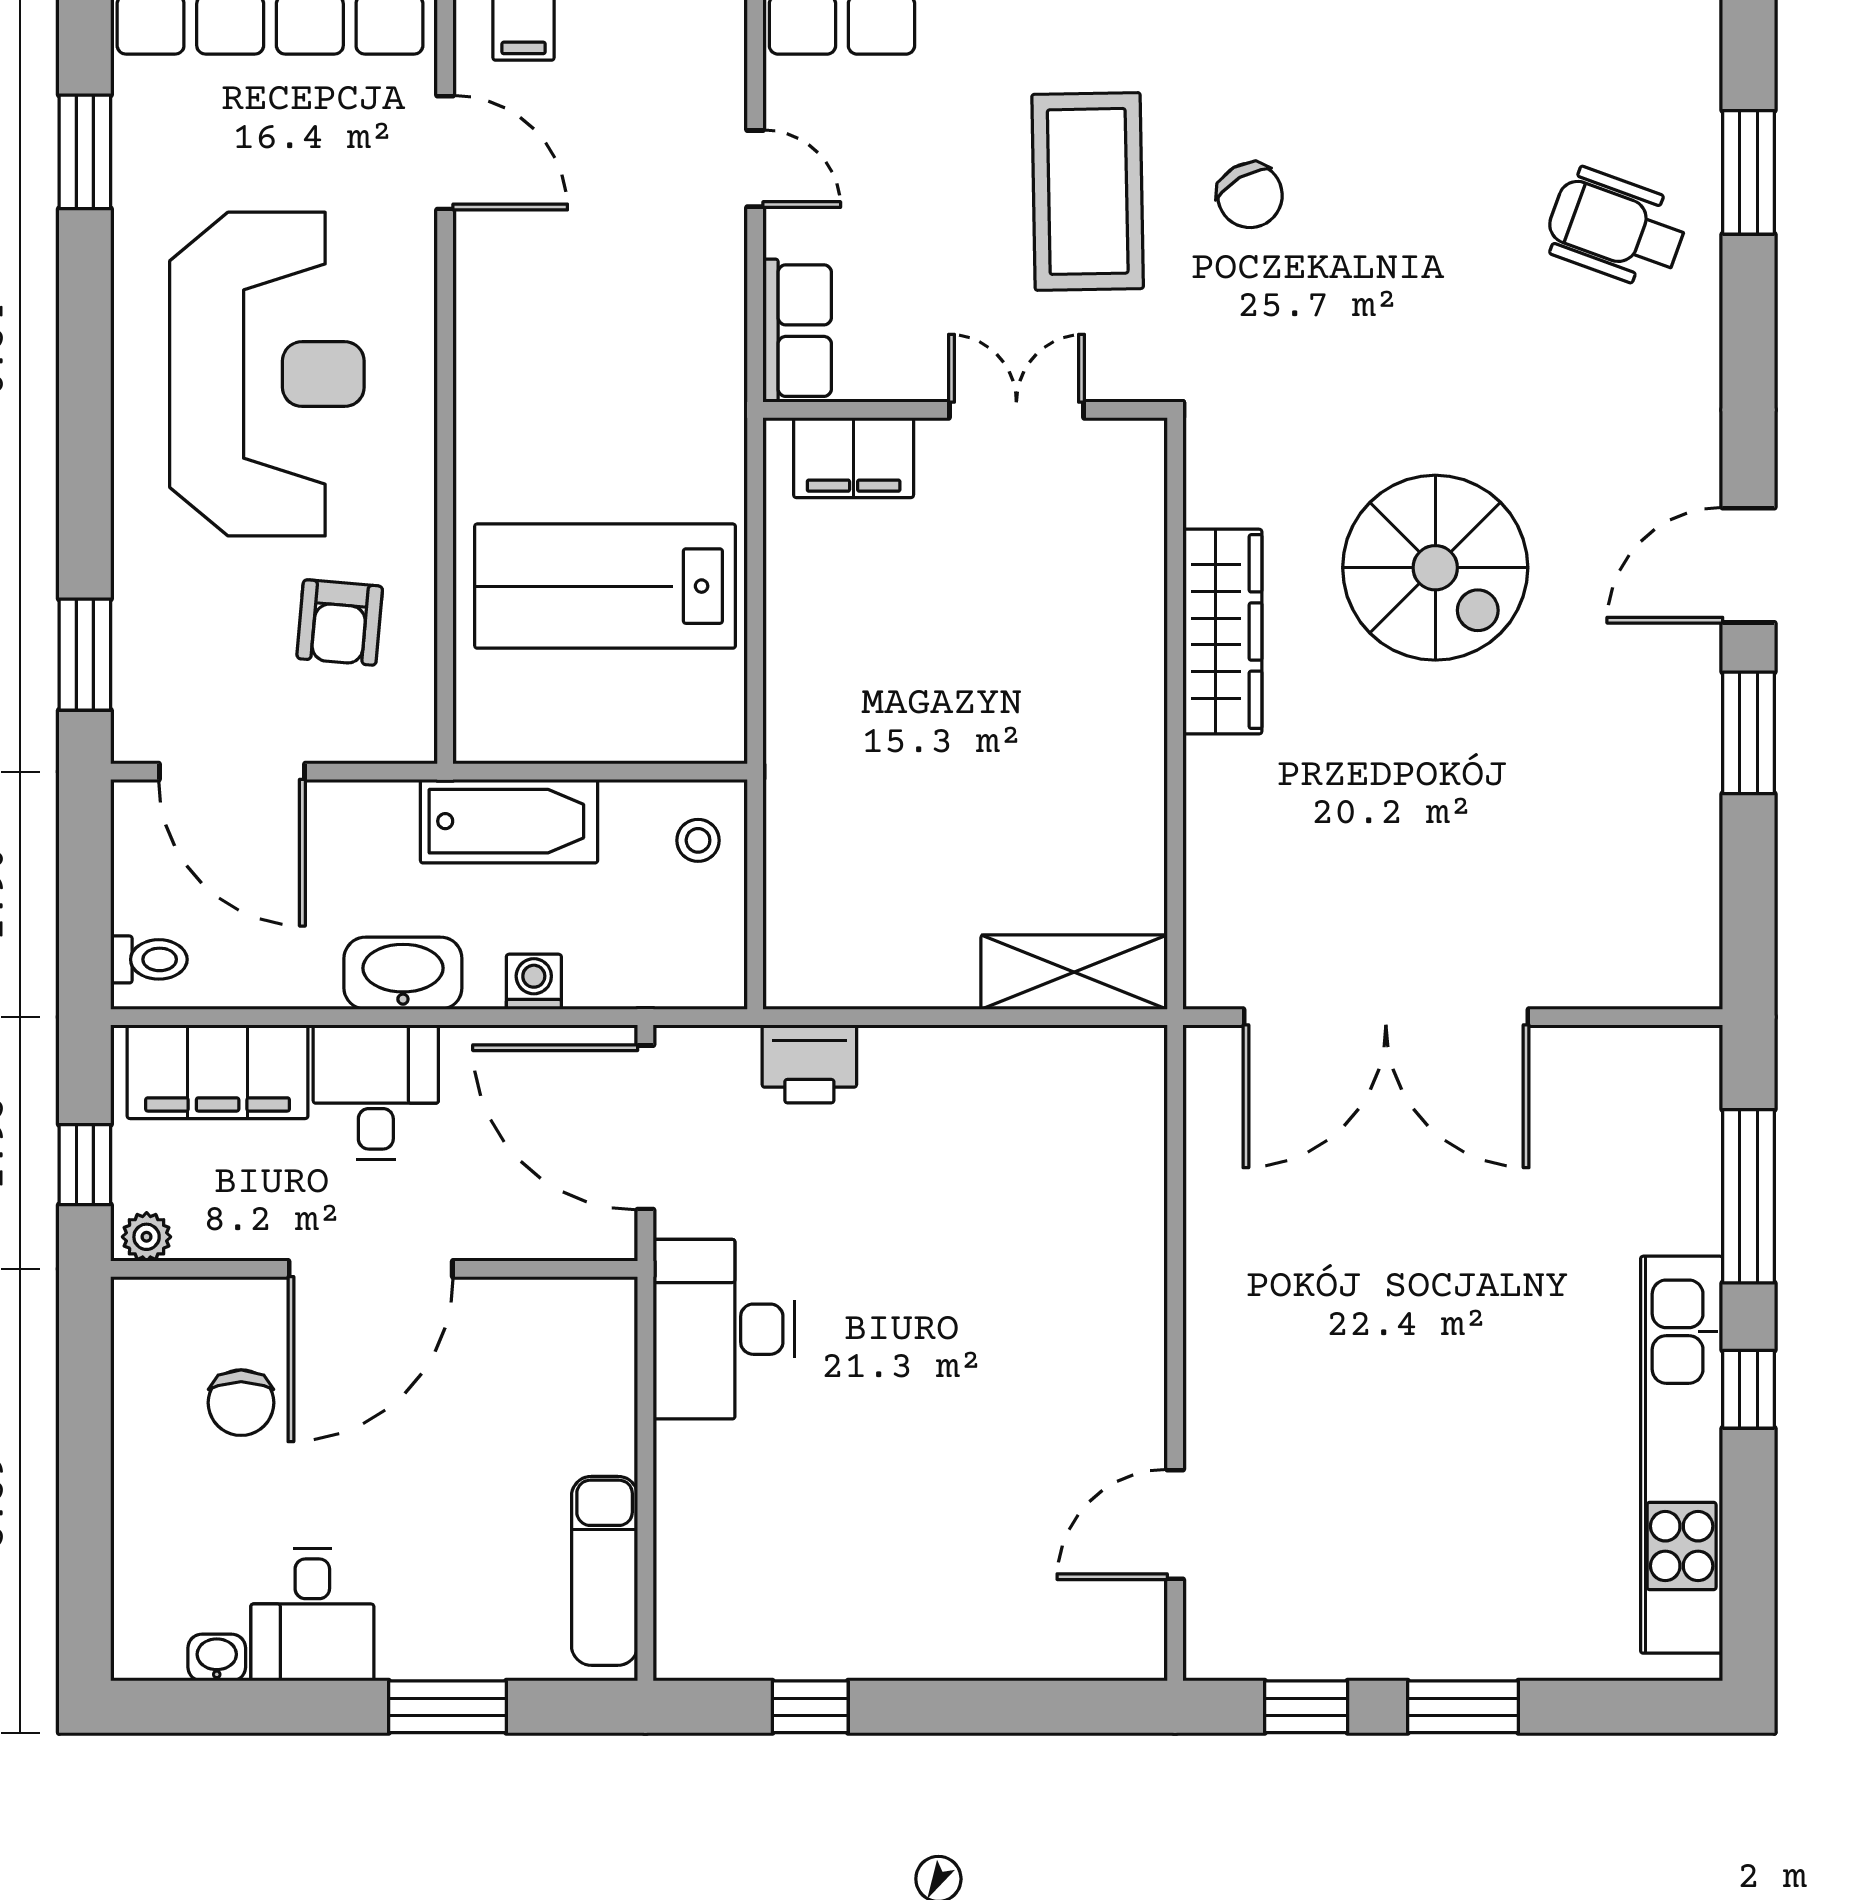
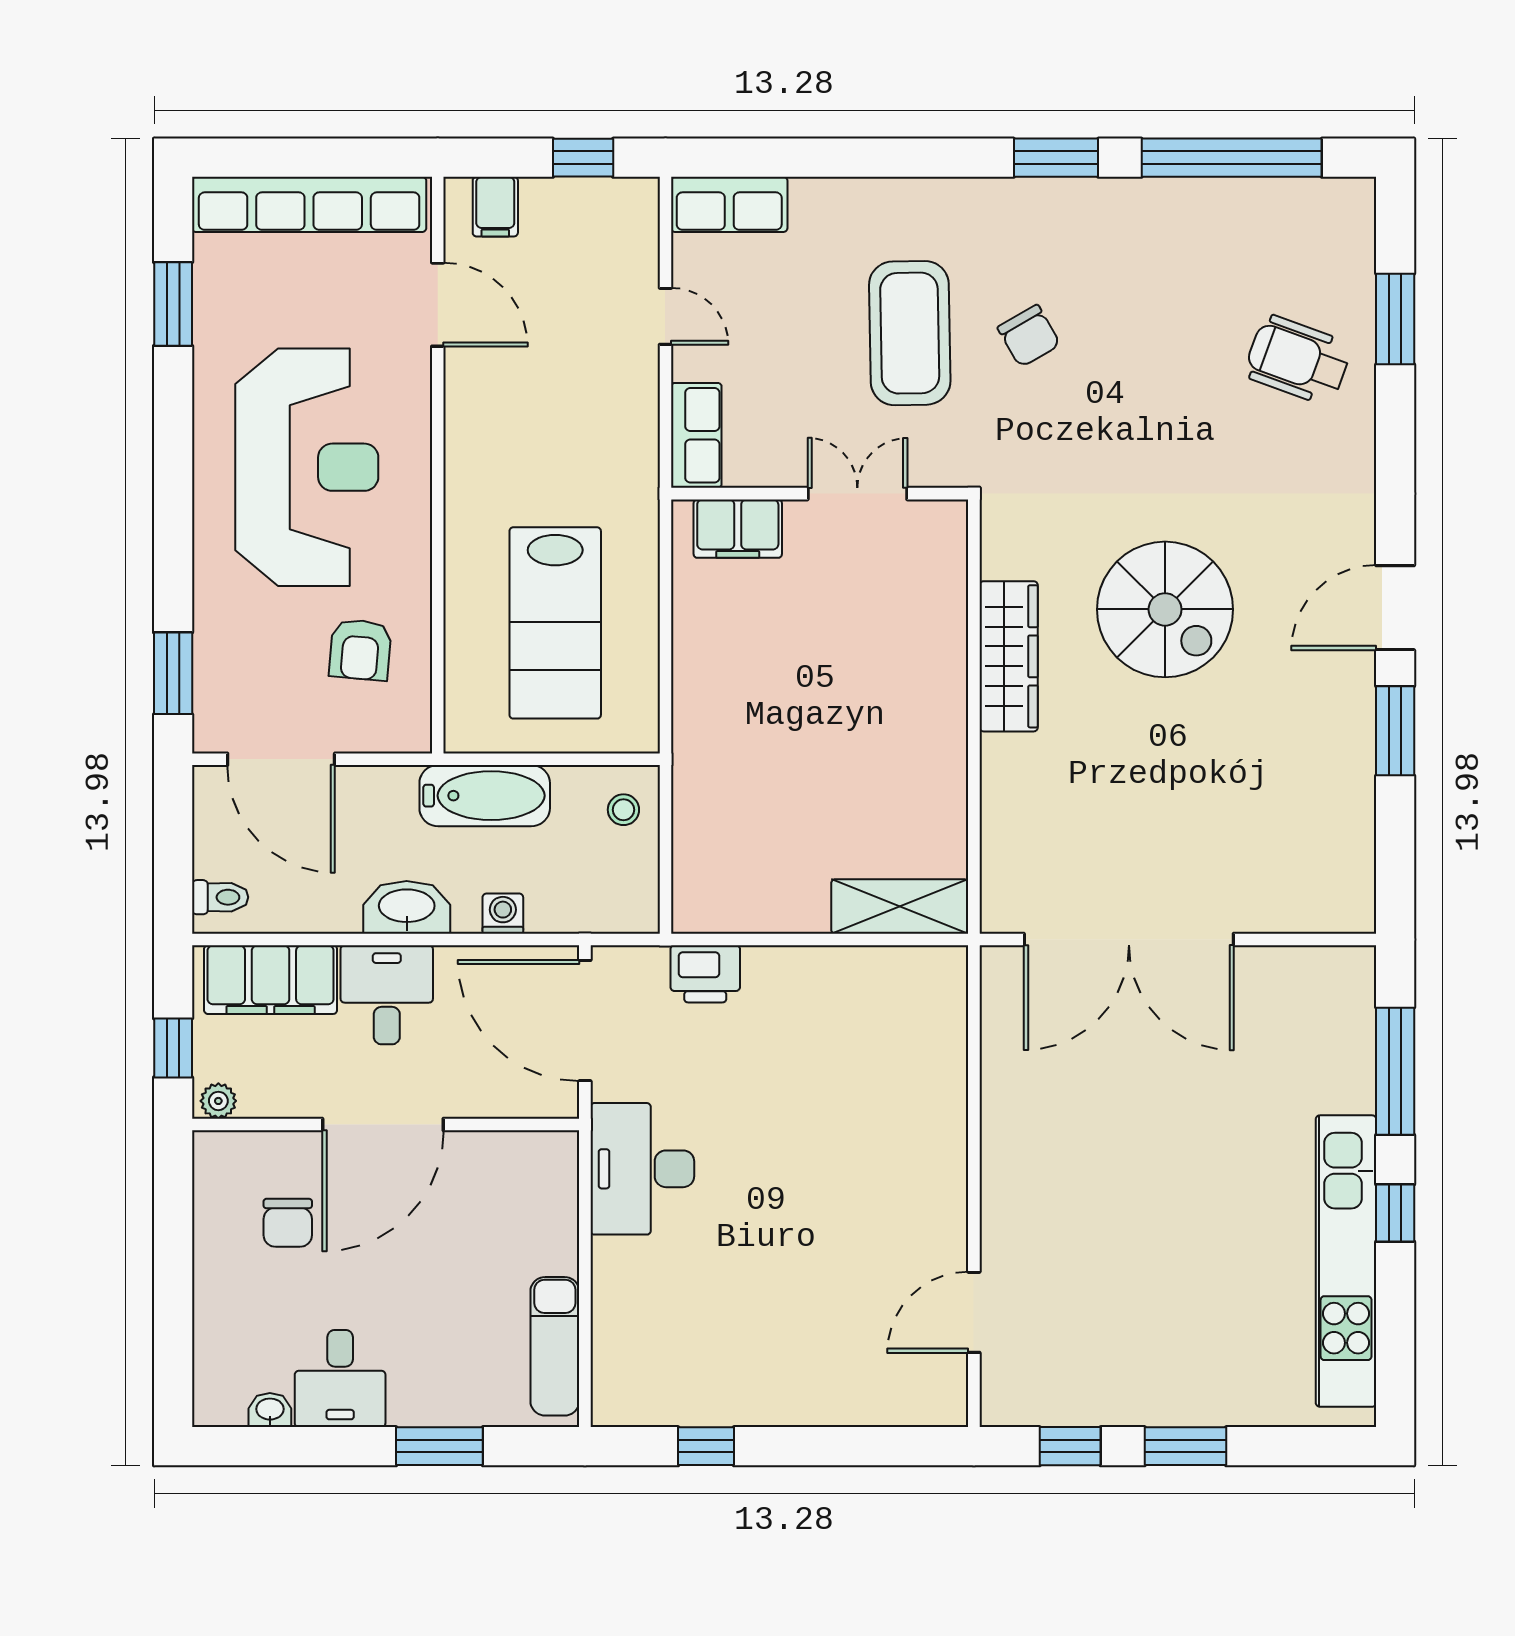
lab bench: (605, 586) -> (555, 623), turned -90

